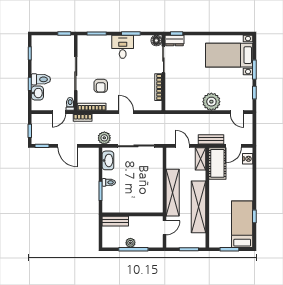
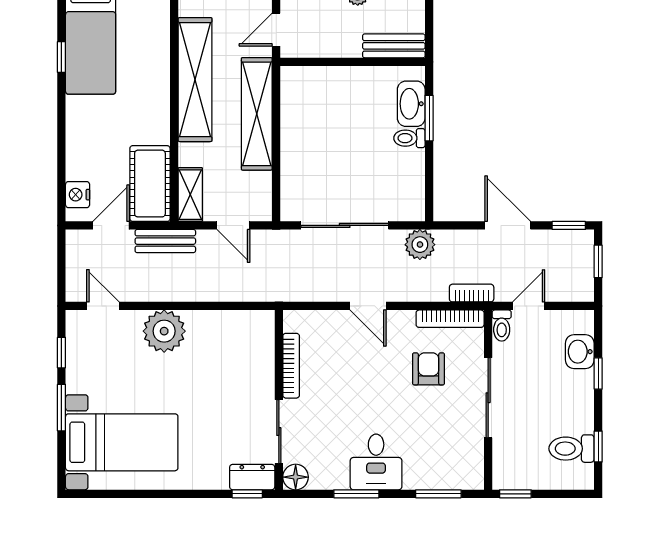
toilet: (41, 79) -> (572, 449), moved
washbasin: (108, 160) -> (411, 104), moved

